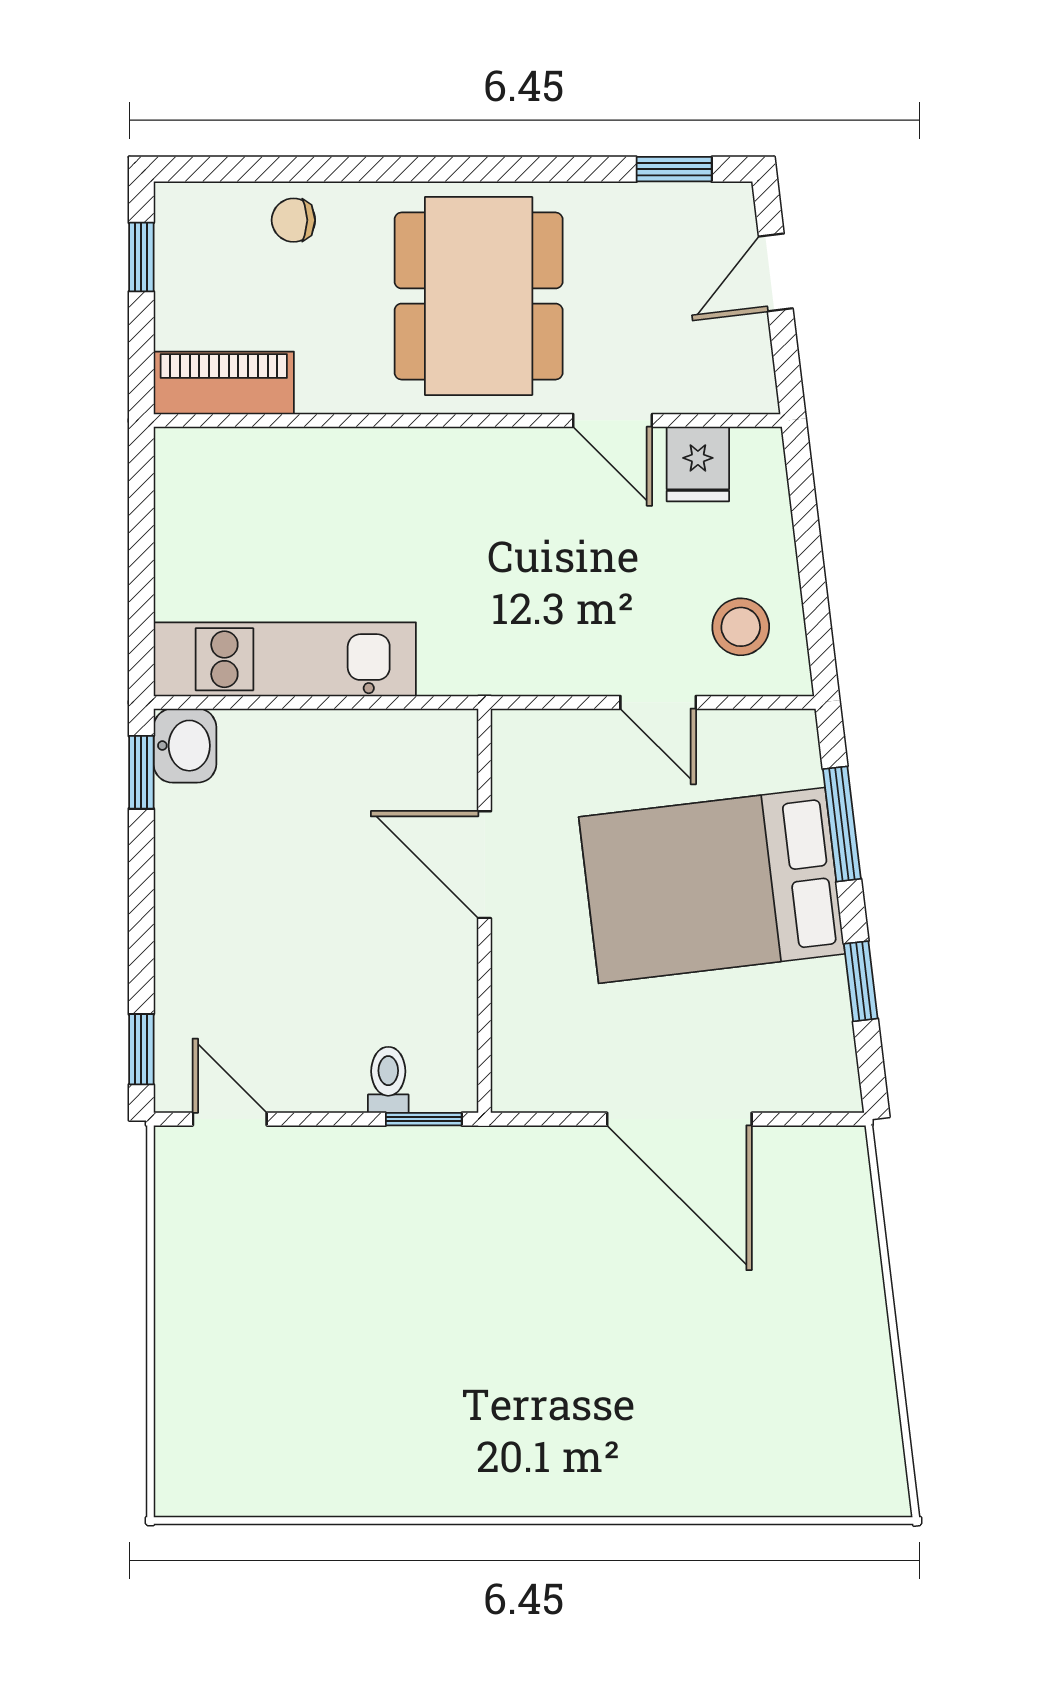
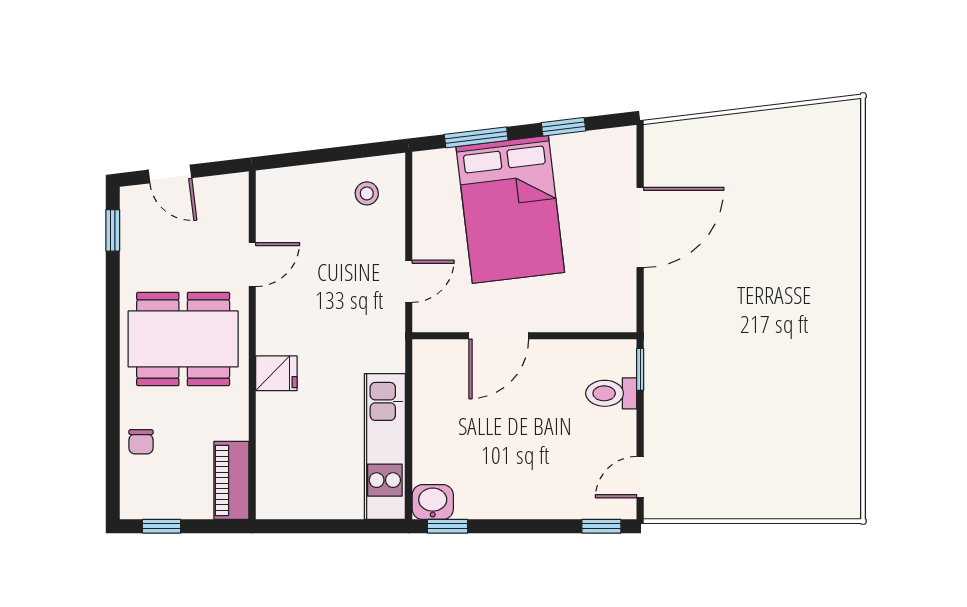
fridge: (698, 464) -> (276, 373), moved
stool: (741, 627) -> (367, 193), width x0.73, depth x0.73
door: (658, 702) -> (409, 281), moved
toilet: (388, 1080) -> (611, 393), width x1.37, depth x1.39

